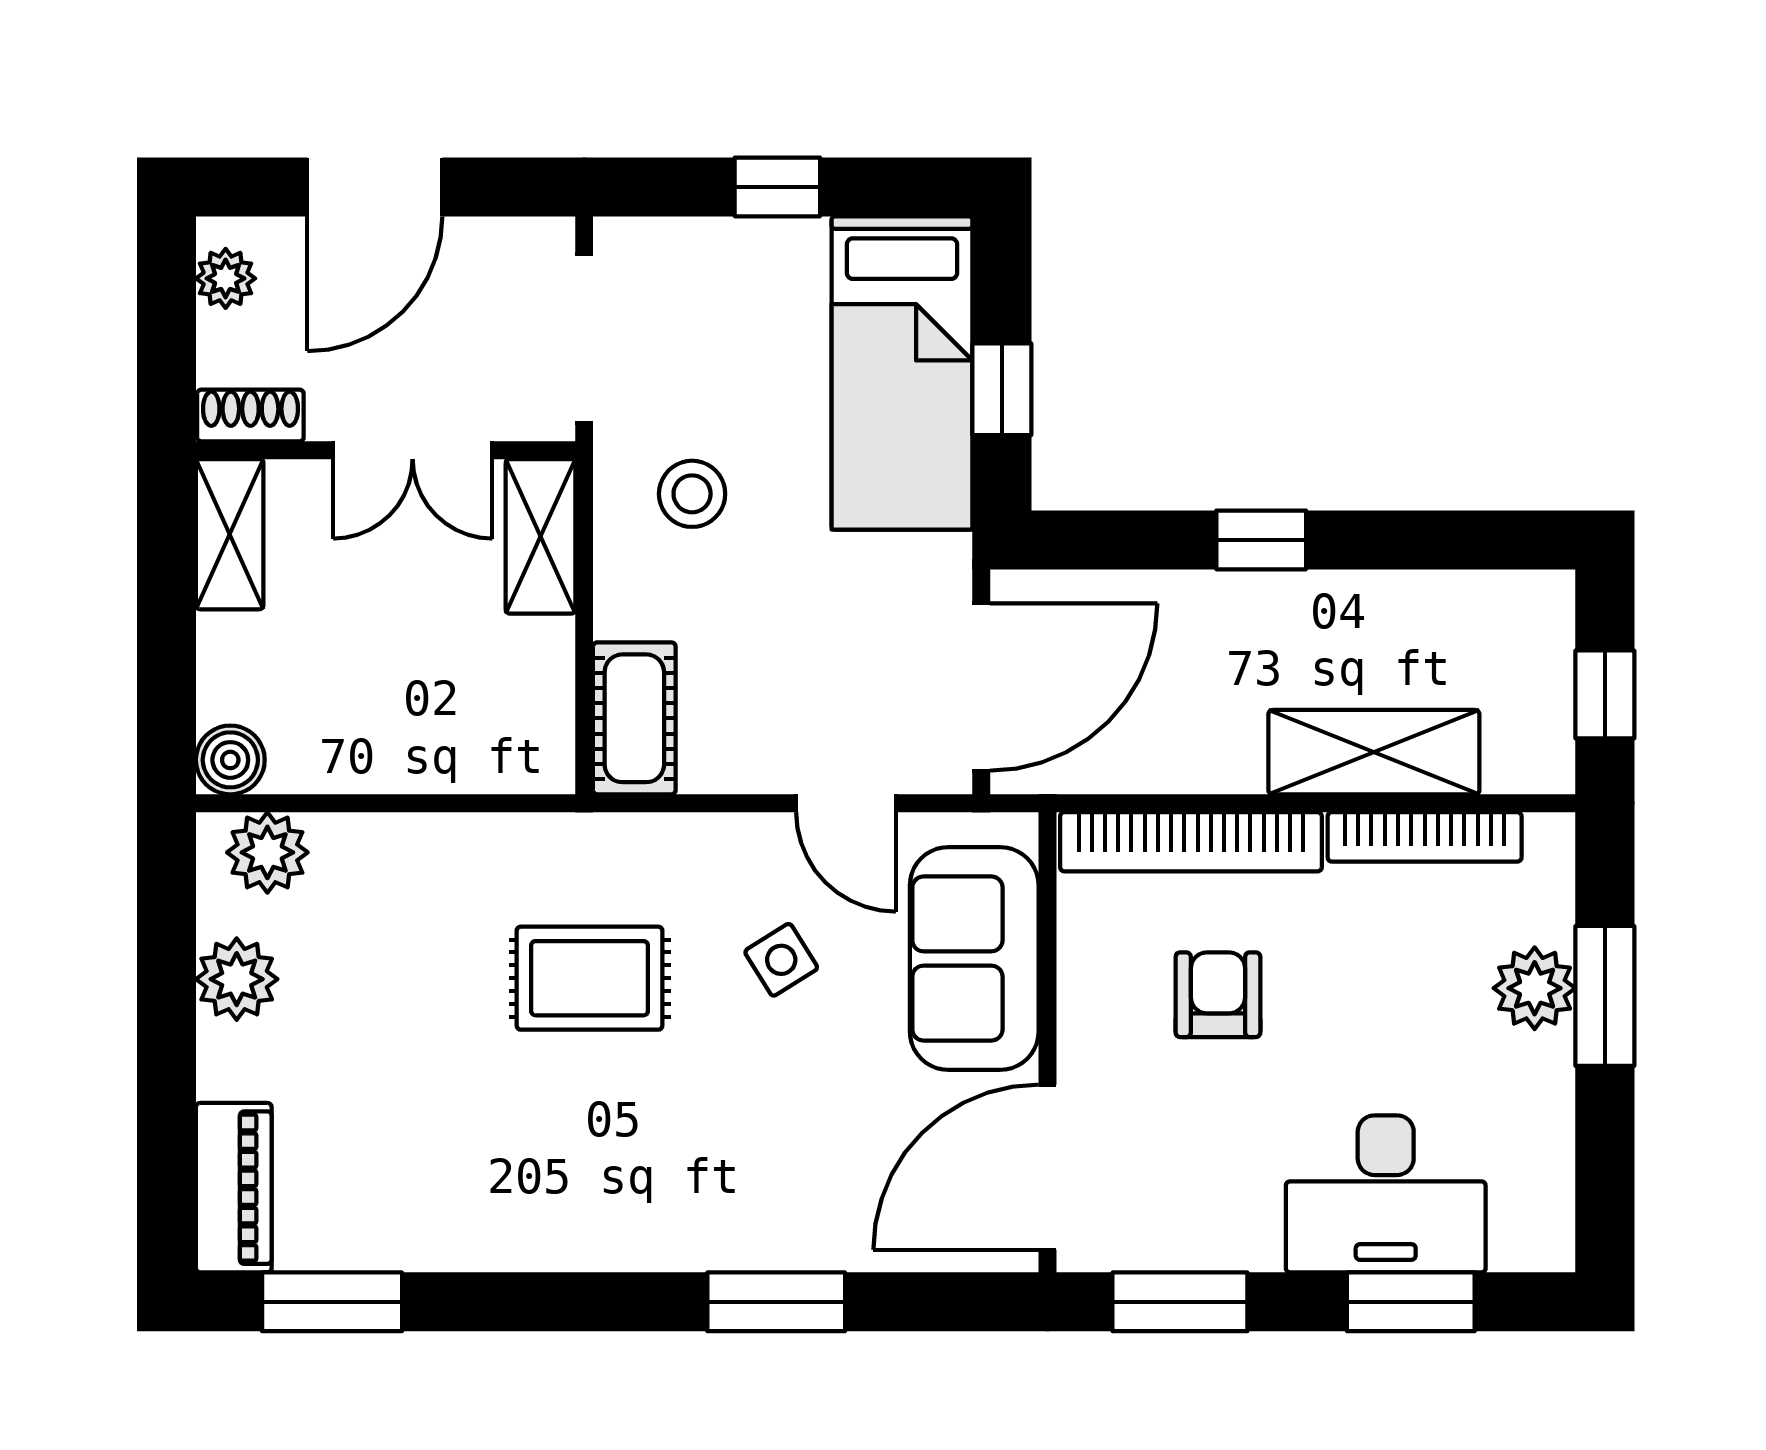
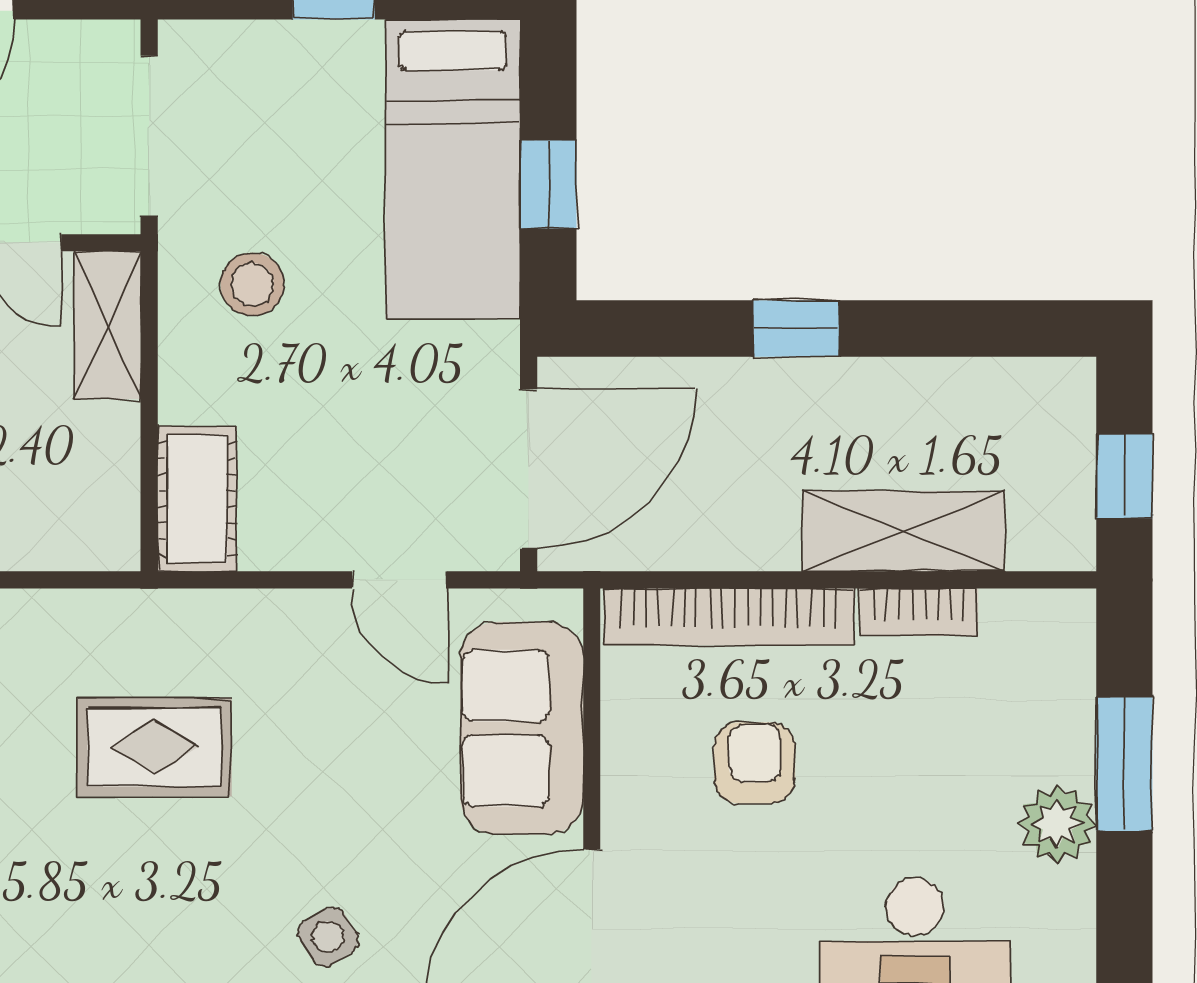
bookcase: (1425, 837) -> (919, 612), width x0.64
side table: (781, 960) -> (328, 937), moved
plant: (1535, 988) -> (1057, 824), moved

